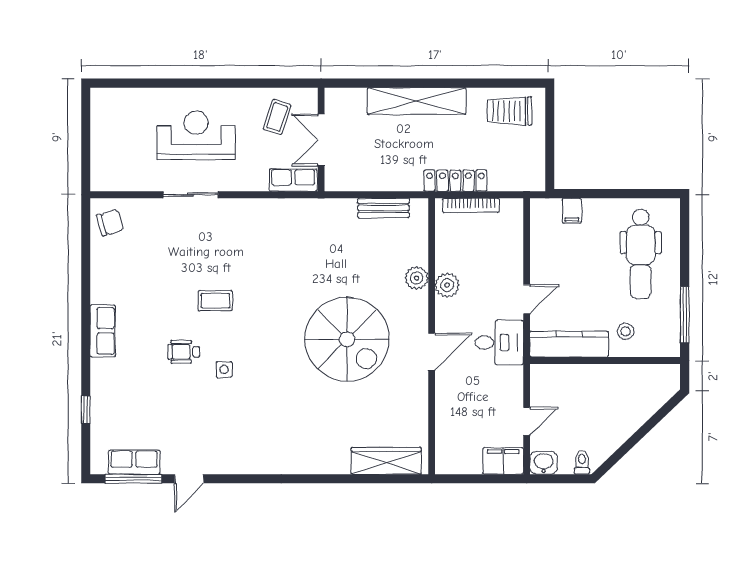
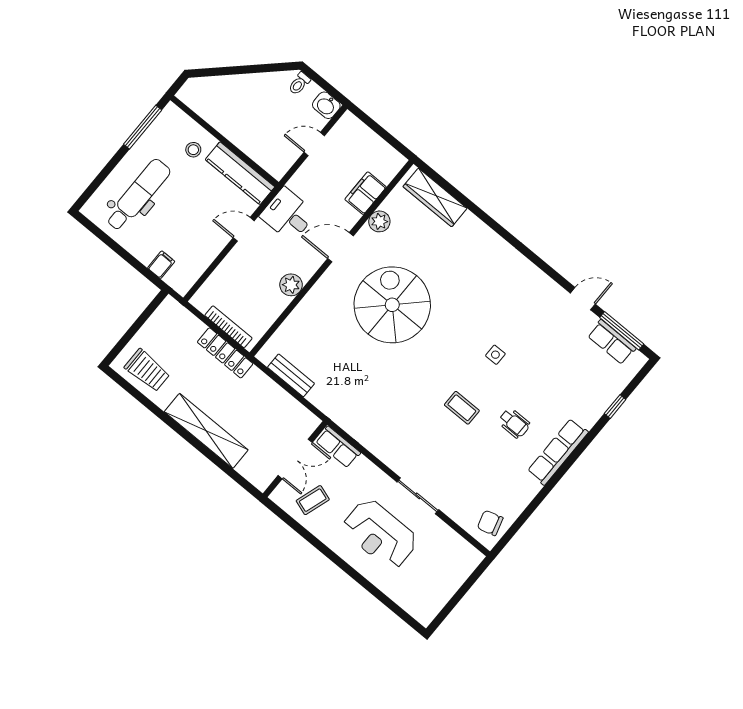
plant: (417, 278) -> (379, 221), moved
row of seats: (103, 331) -> (558, 452), width x1.48
wheelchair: (184, 352) -> (514, 423), moved
filing cabinet: (503, 461) -> (366, 193), moved, turned 90

